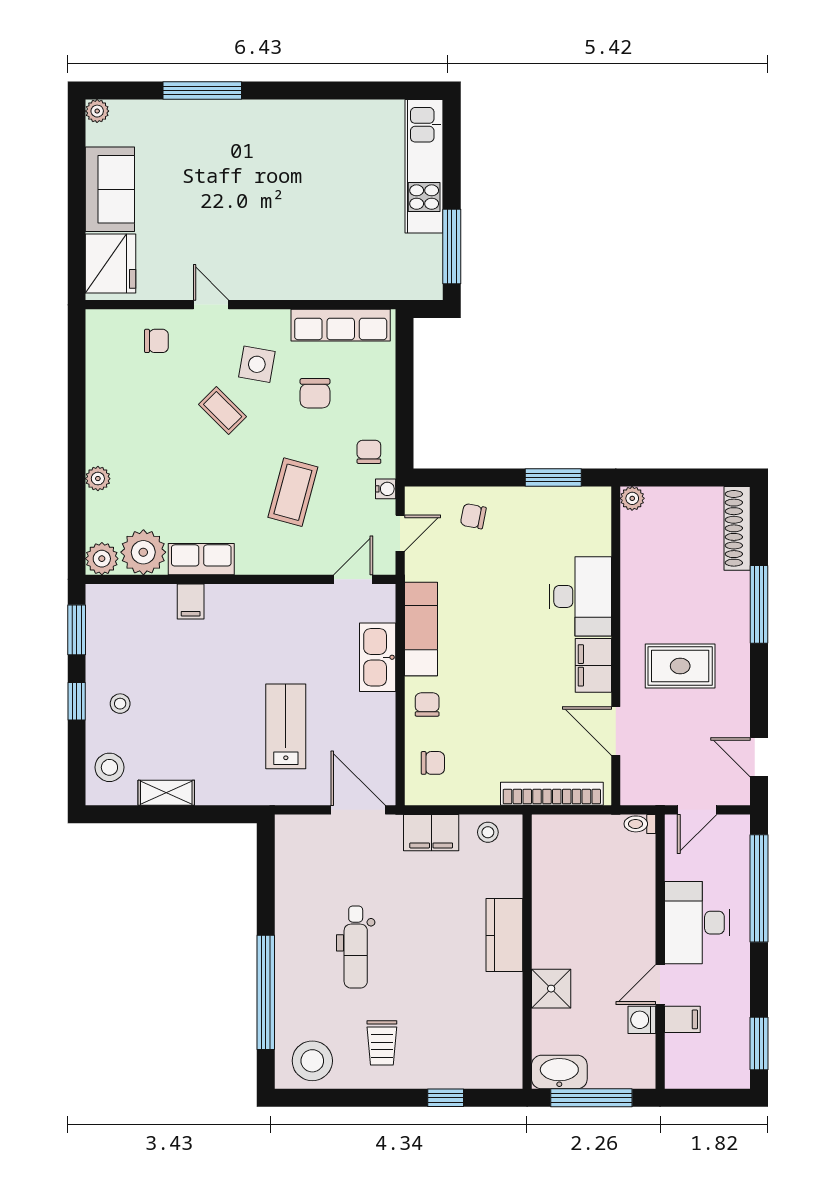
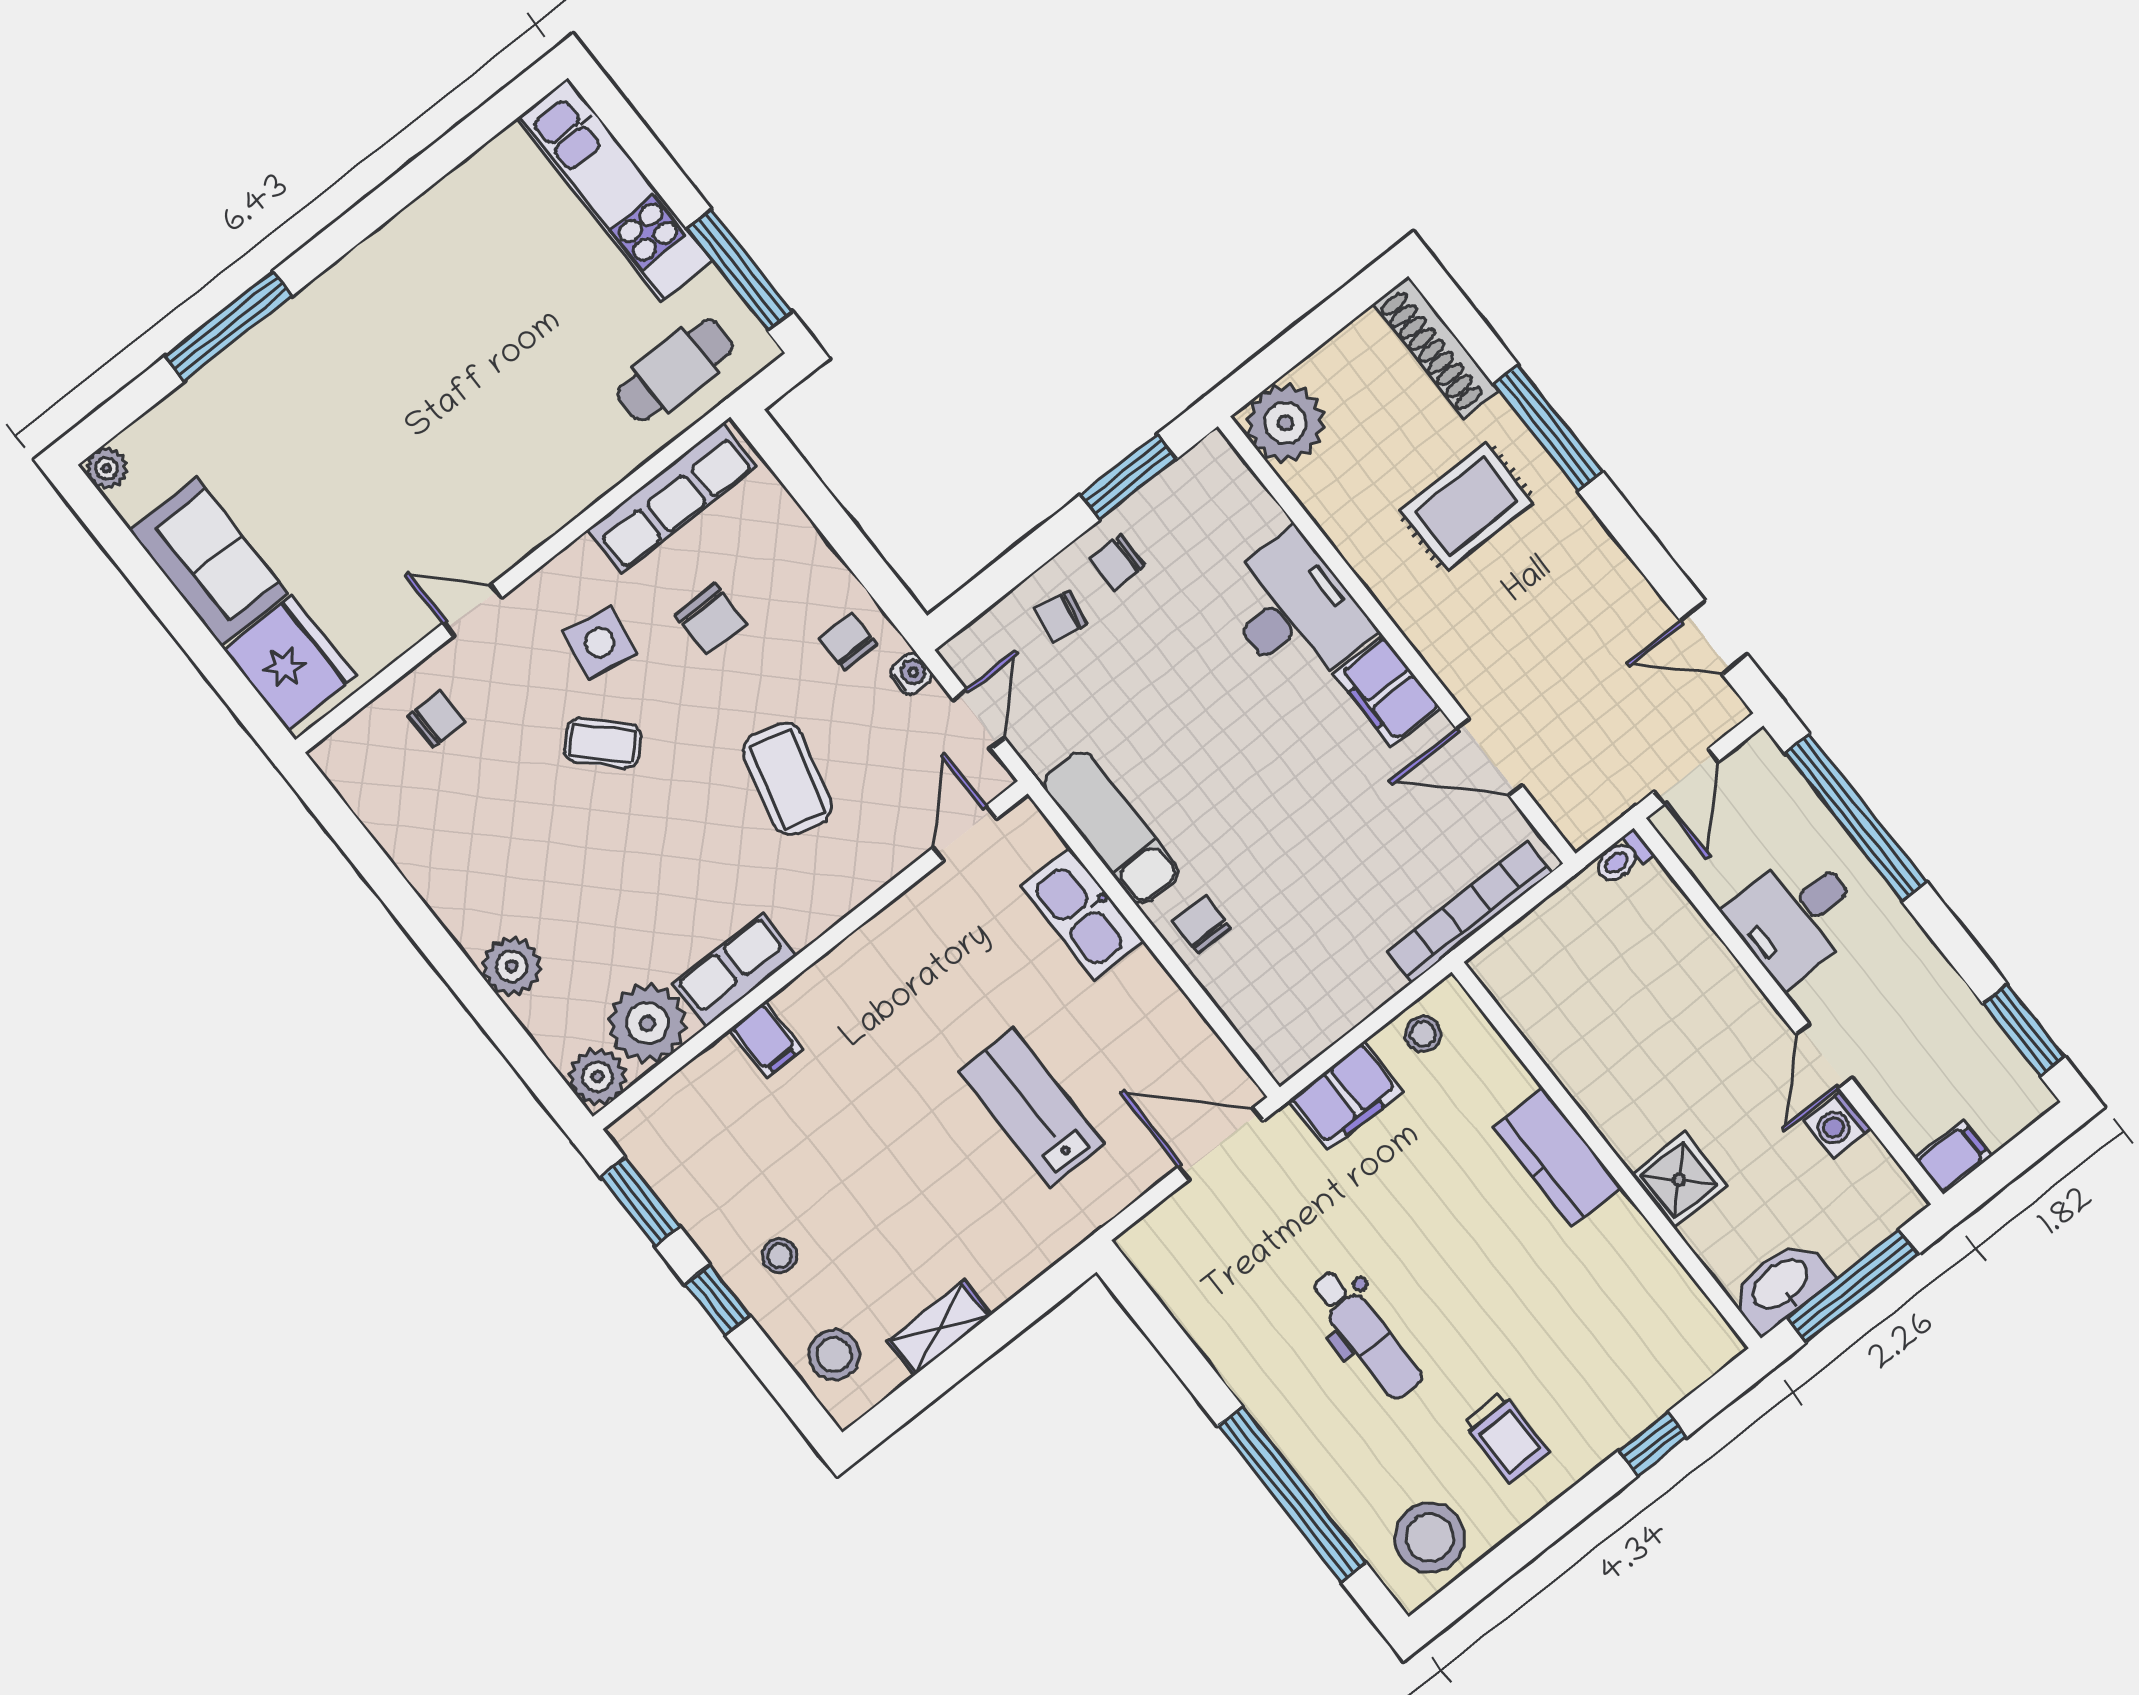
cafe table: (387, 269) -> (675, 370), added
plant: (98, 479) -> (512, 966), width x1.38, depth x1.38
plant: (632, 498) -> (1285, 423), width x1.88, depth x1.88
rug: (680, 666) -> (1466, 507), moved
chair: (433, 763) -> (1117, 562), moved, turned 180
desk: (697, 923) -> (1795, 916), width x0.73
filing cabinet: (682, 1019) -> (1953, 1157), moved

